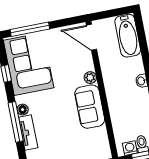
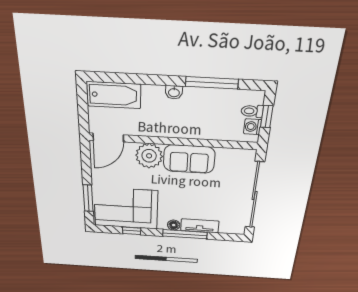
window: (30, 29) -> (88, 198), width x0.69
plant: (90, 78) -> (149, 156), width x1.87, depth x1.87

